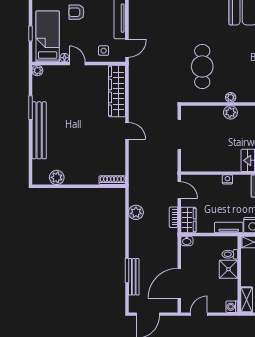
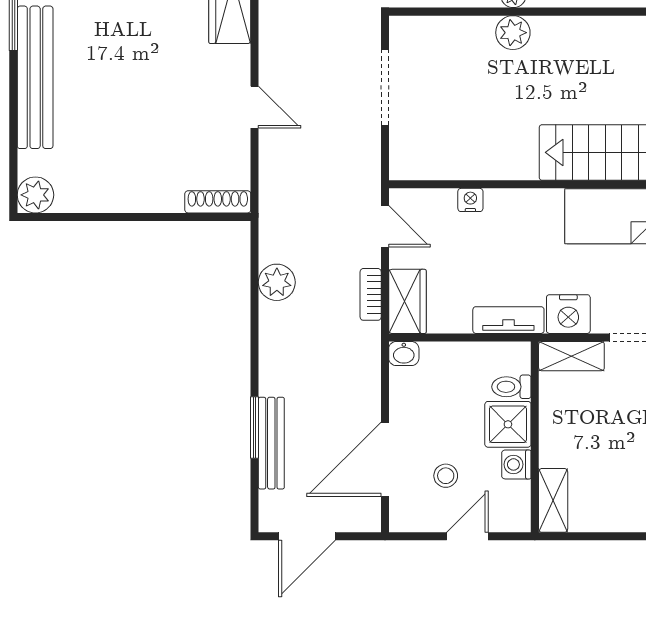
door: (127, 131) -> (255, 107), moved
plant: (57, 177) -> (35, 195), moved
nightstand: (227, 179) -> (470, 200), moved
stool: (204, 290) -> (446, 476), added
washing machine: (232, 307) -> (516, 464), moved
door: (199, 314) -> (467, 536), moved

